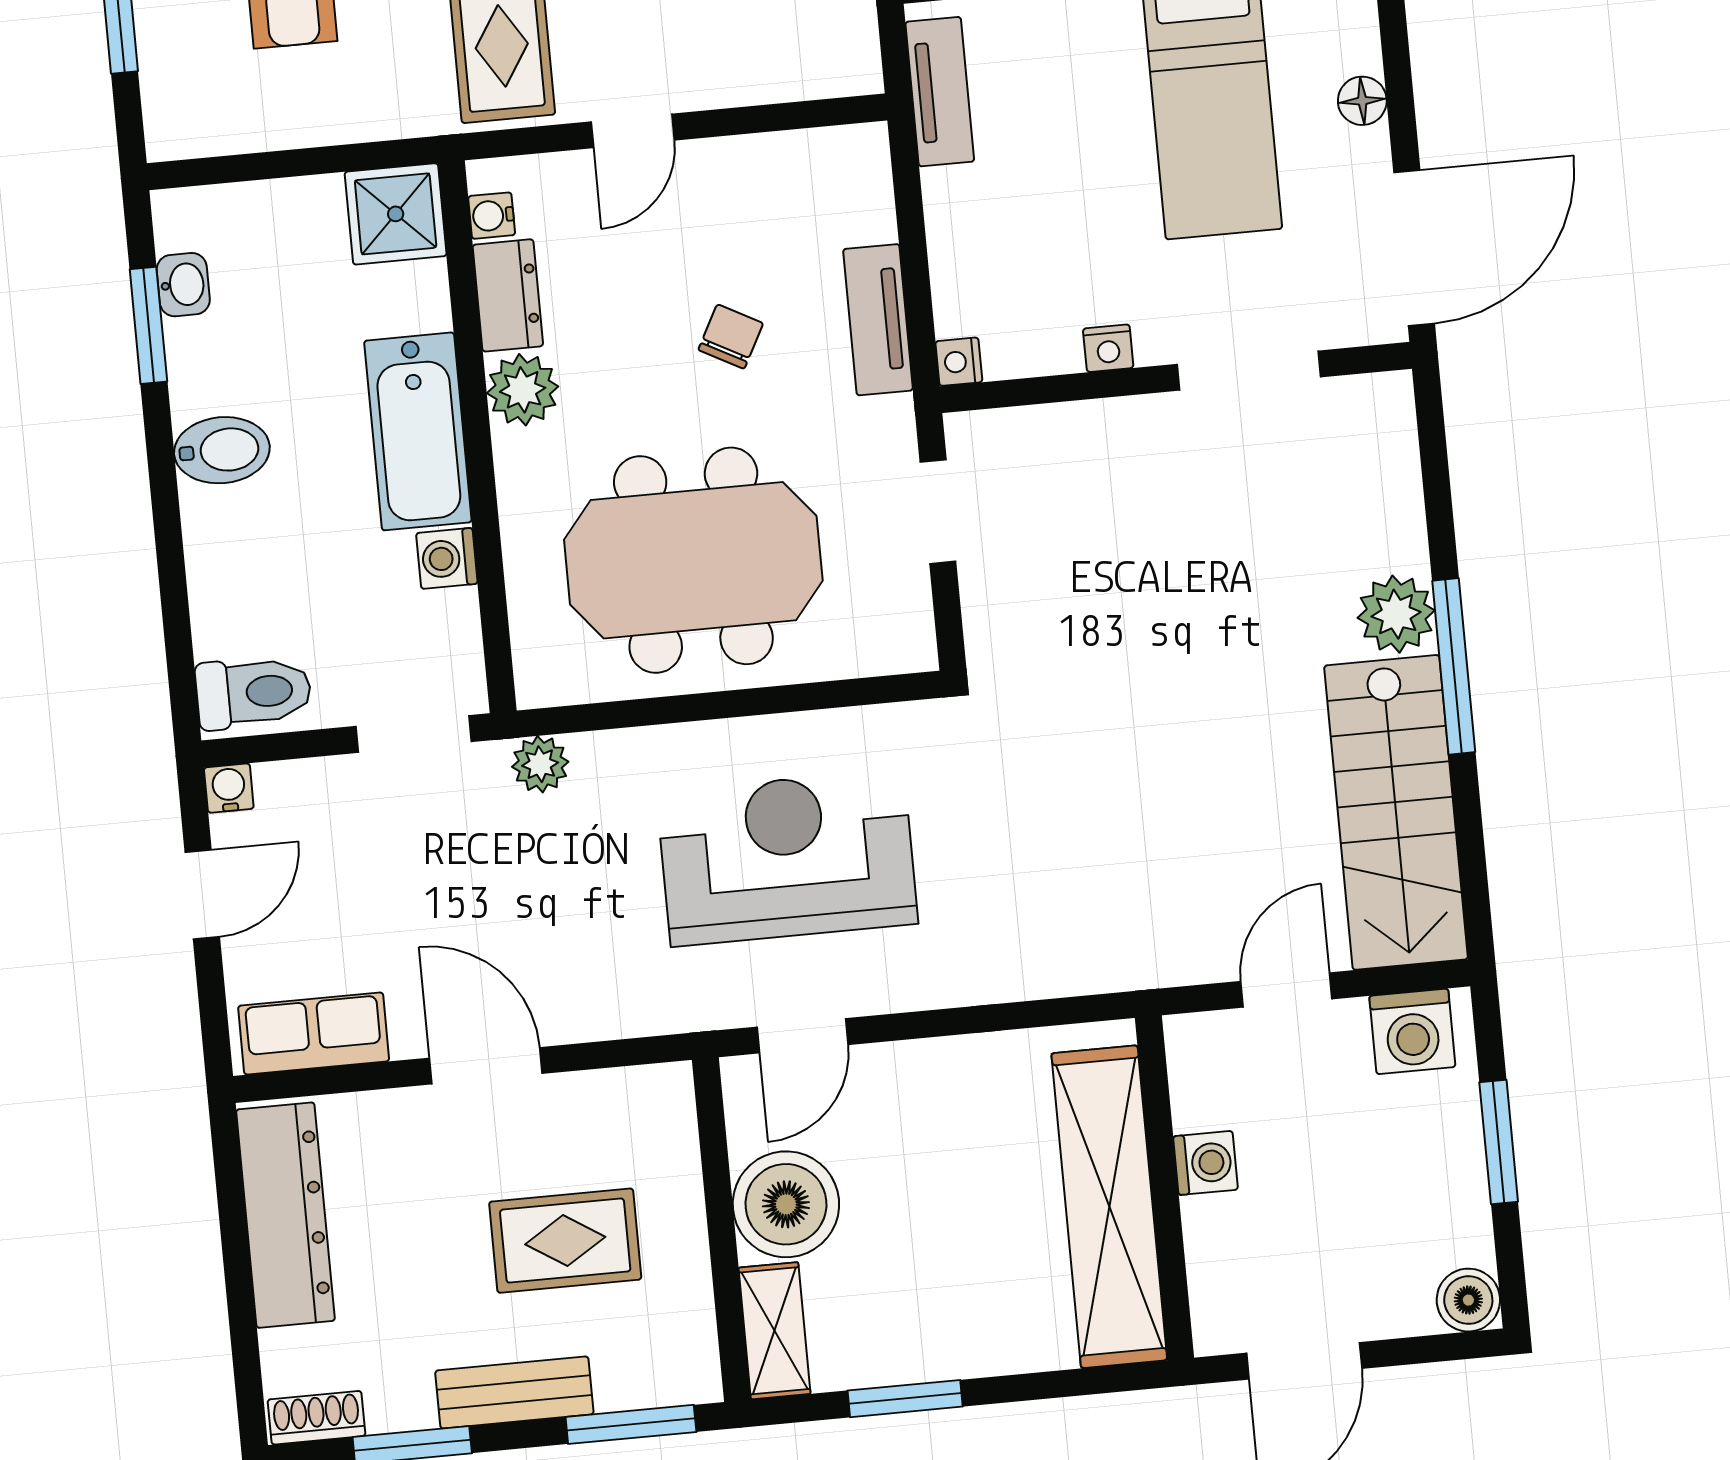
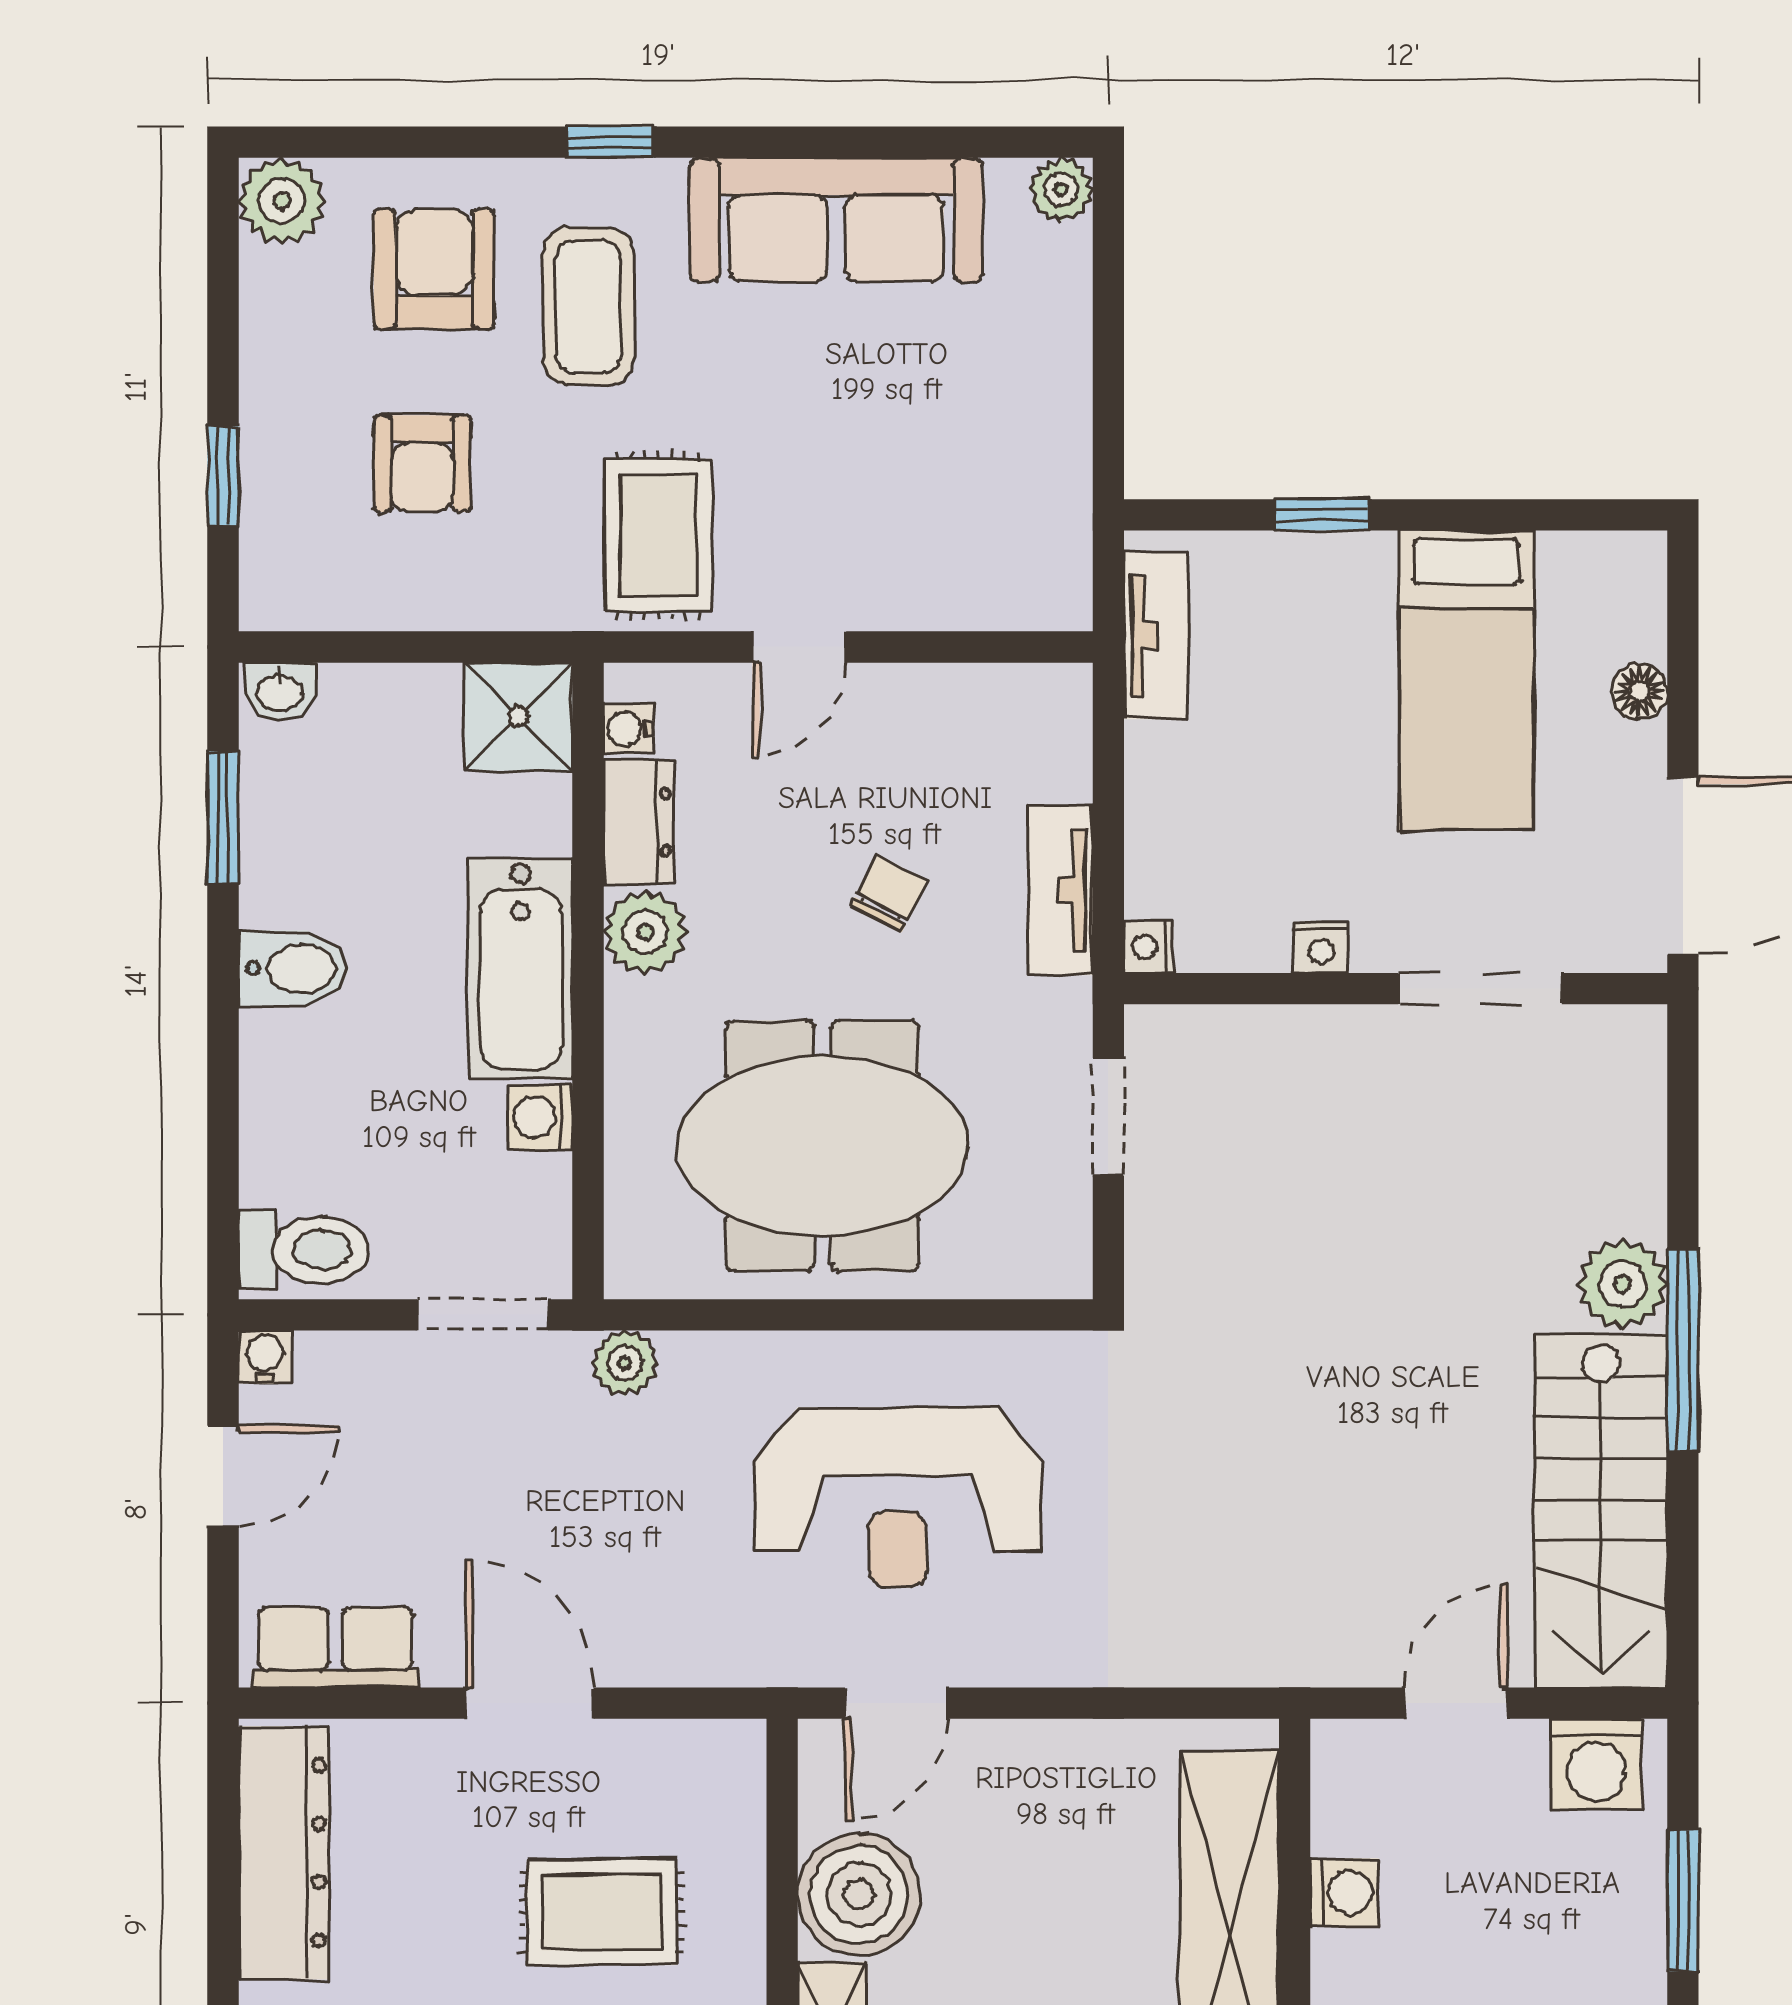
washbasin: (183, 285) -> (280, 691), moved, turned 90
reception desk: (787, 858) -> (898, 1497), turned 180

